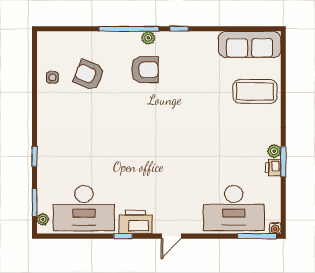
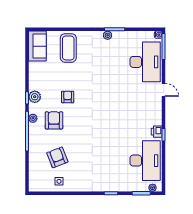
plant: (181, 40) -> (35, 97), added
sofa: (250, 44) -> (37, 46), width x0.73
armchair: (89, 75) -> (57, 157), turned 137
armchair: (181, 90) -> (68, 97), added
printer: (273, 167) -> (118, 36), removed
printer: (136, 222) -> (157, 132), width x0.53, depth x0.68
door: (171, 236) -> (164, 90), moved

